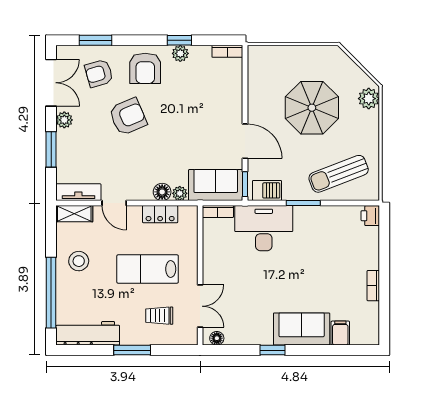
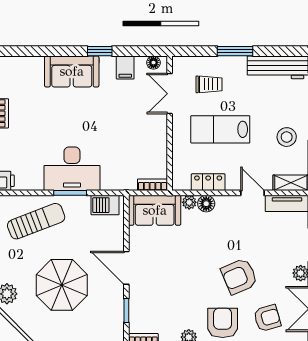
door: (245, 141) -> (126, 268), moved
window: (245, 184) -> (126, 311), moved
desk: (264, 228) -> (72, 169), moved
lab bench: (148, 269) -> (220, 129), turned 180
filing cabinet: (340, 333) -> (125, 68), moved

